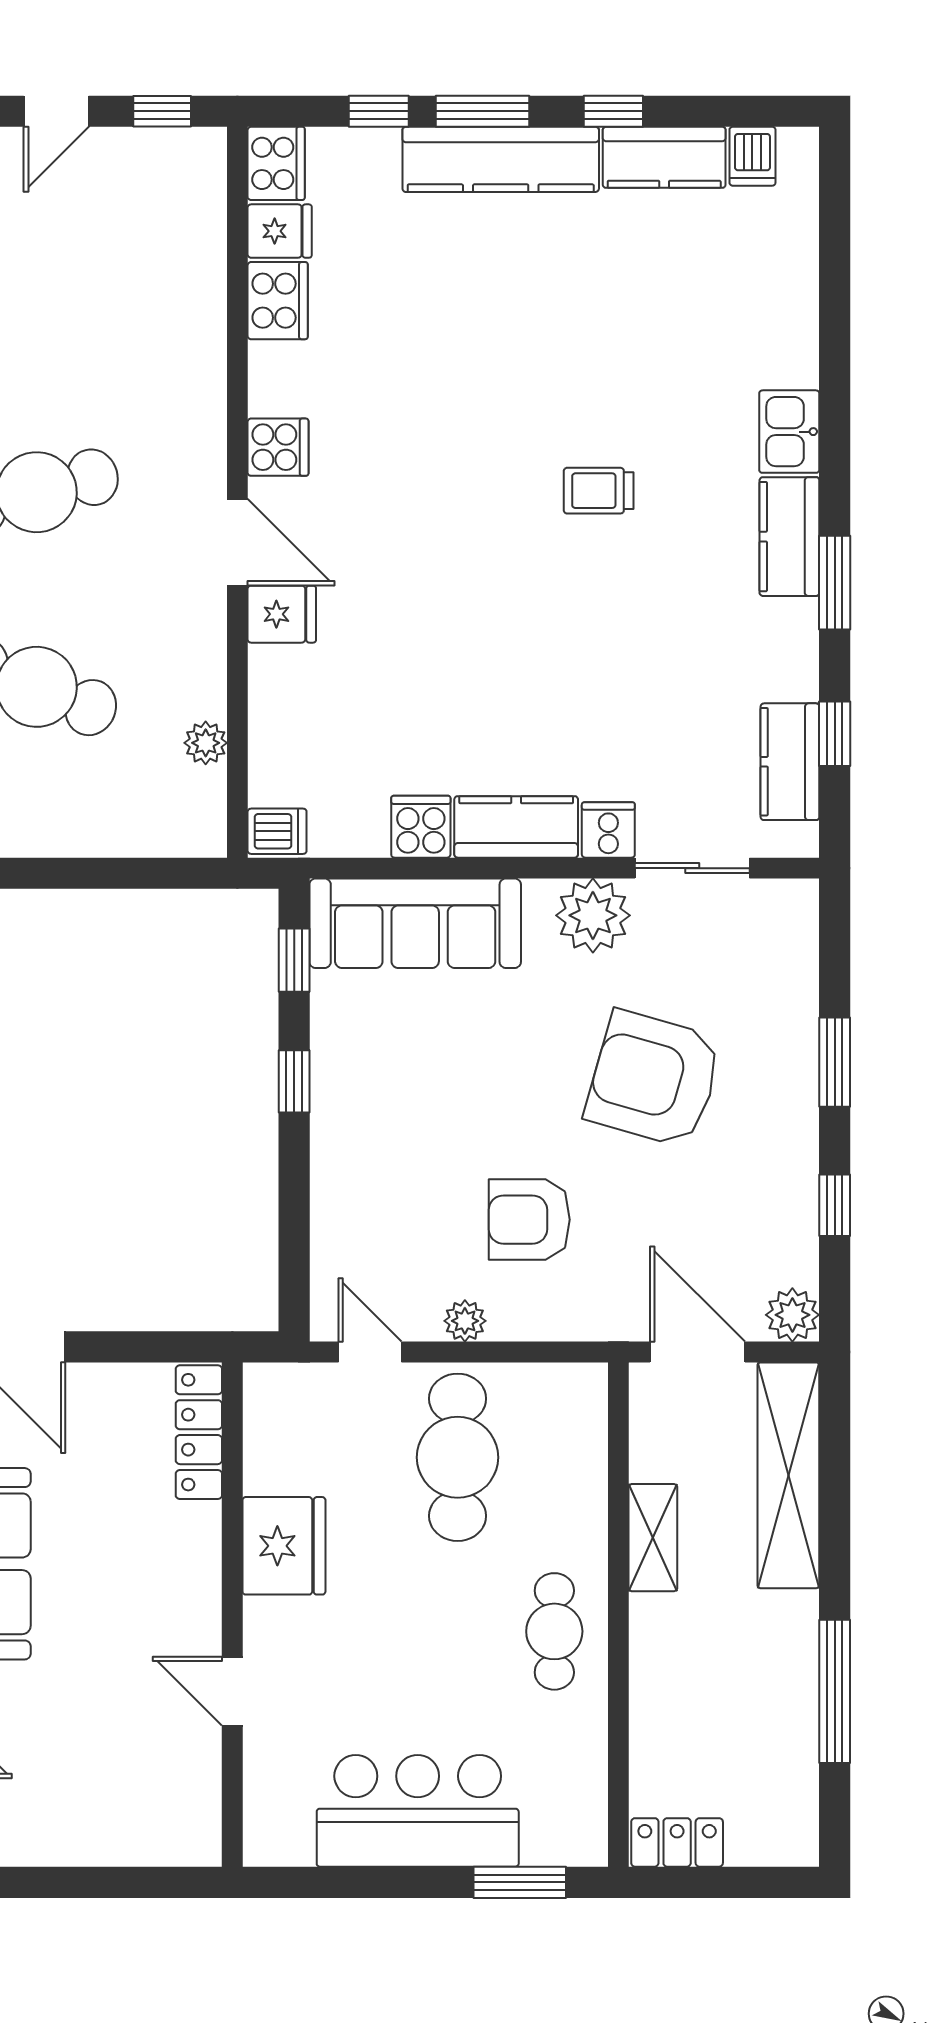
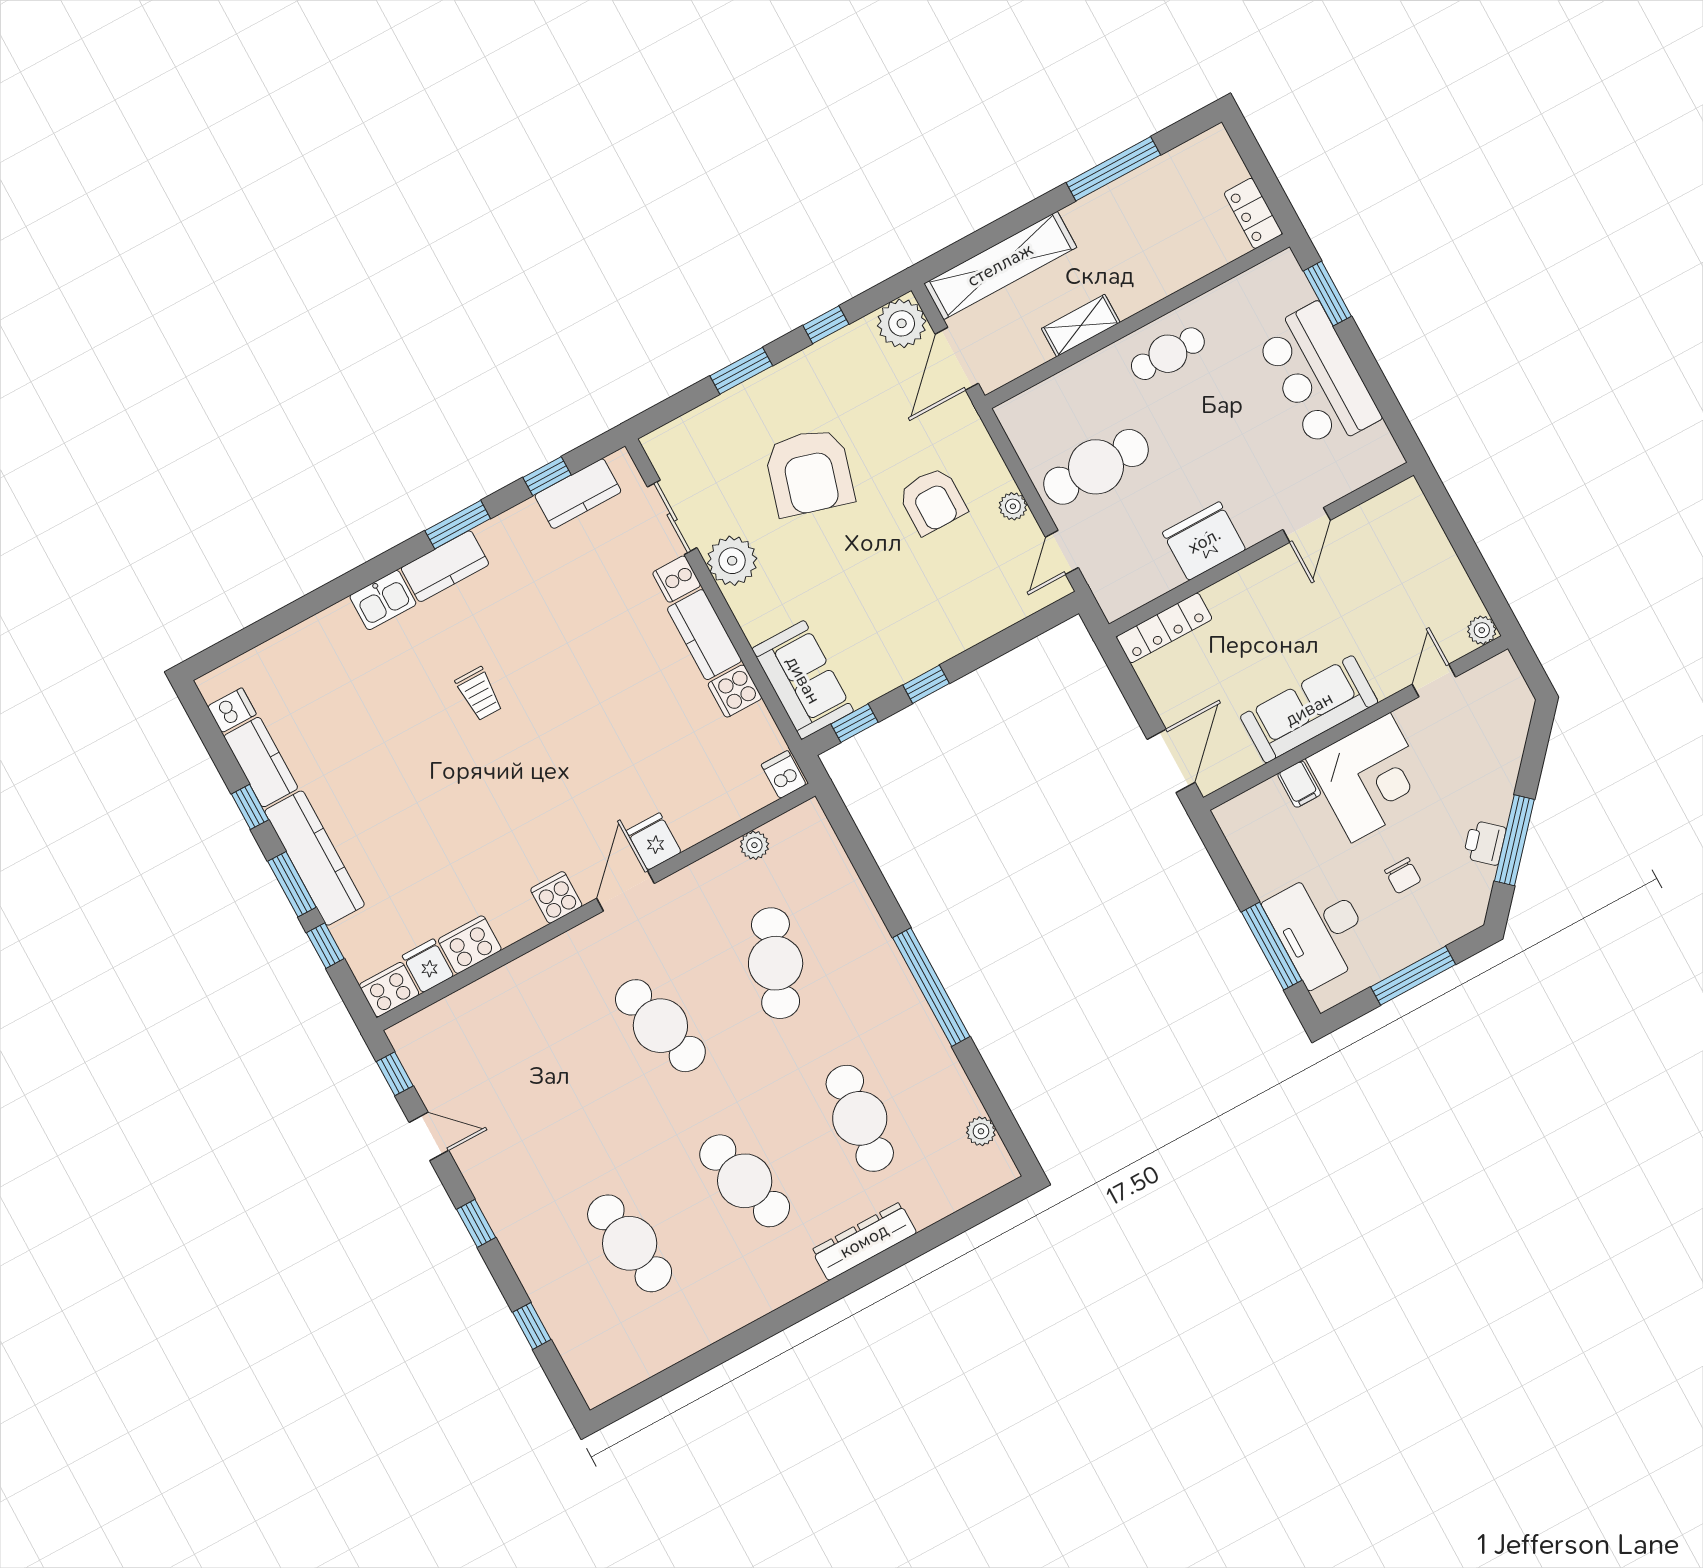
sofa: (415, 923) -> (803, 680), width x0.73
plant: (792, 1315) -> (902, 323), width x1.36, depth x1.36

